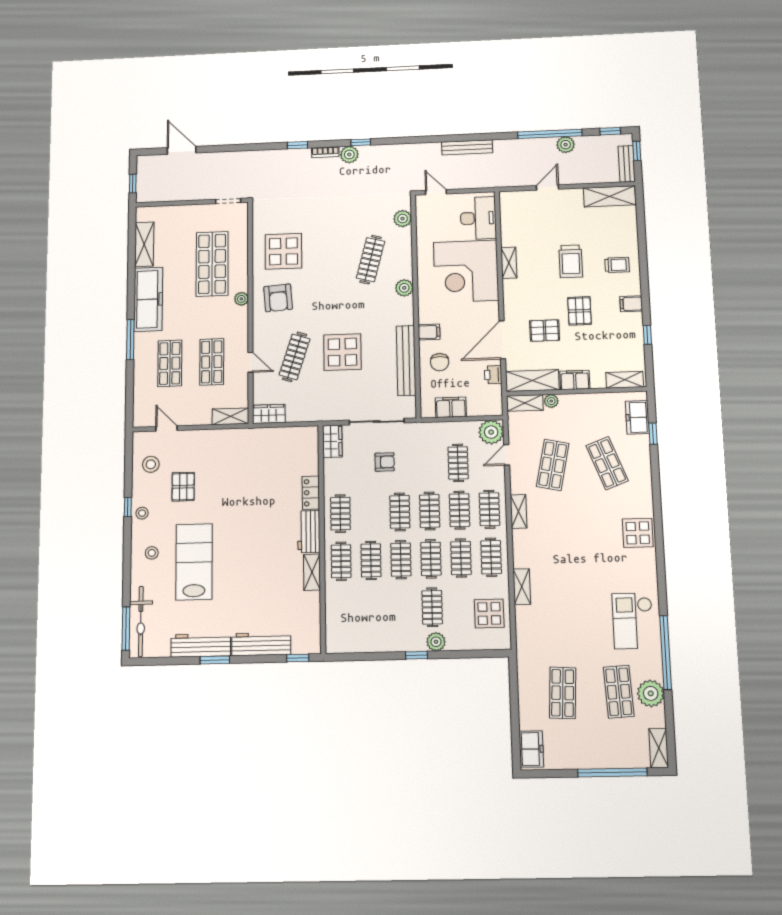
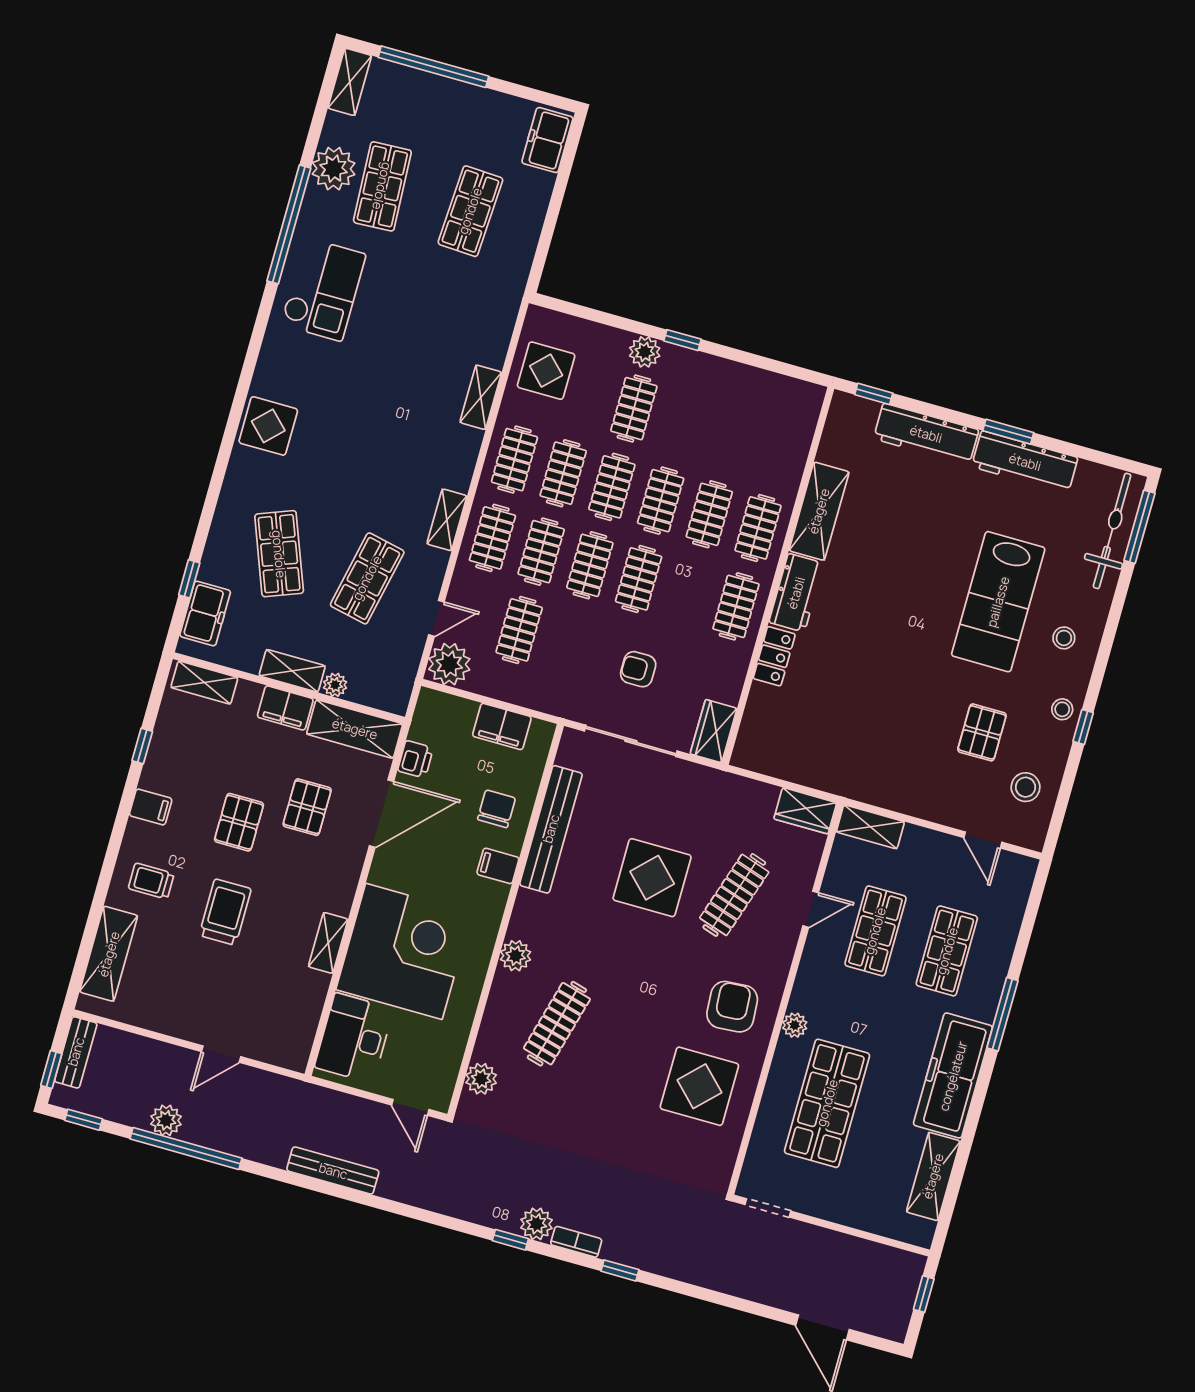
shelving: (610, 196) -> (109, 954), moved, turned 90
pallet: (545, 331) -> (307, 807), turned 90
door: (250, 362) -> (811, 909), swing flipped
shelving: (525, 403) -> (292, 671), moved
shelving: (312, 572) -> (819, 511), width x1.50, depth x1.33

